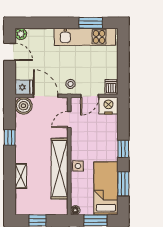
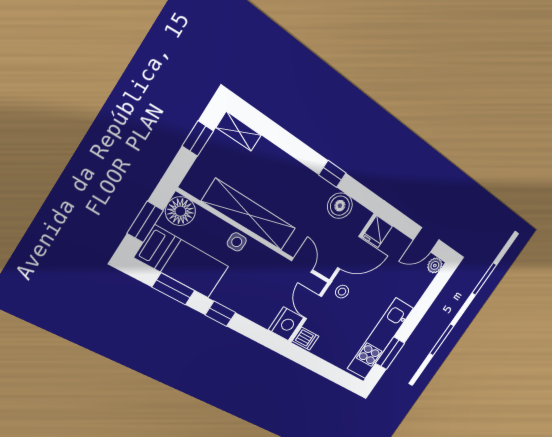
boiler: (23, 106) -> (340, 206), moved
shelving: (21, 176) -> (239, 131), moved
floor lamp: (75, 210) -> (180, 211), width x1.89, depth x1.89

